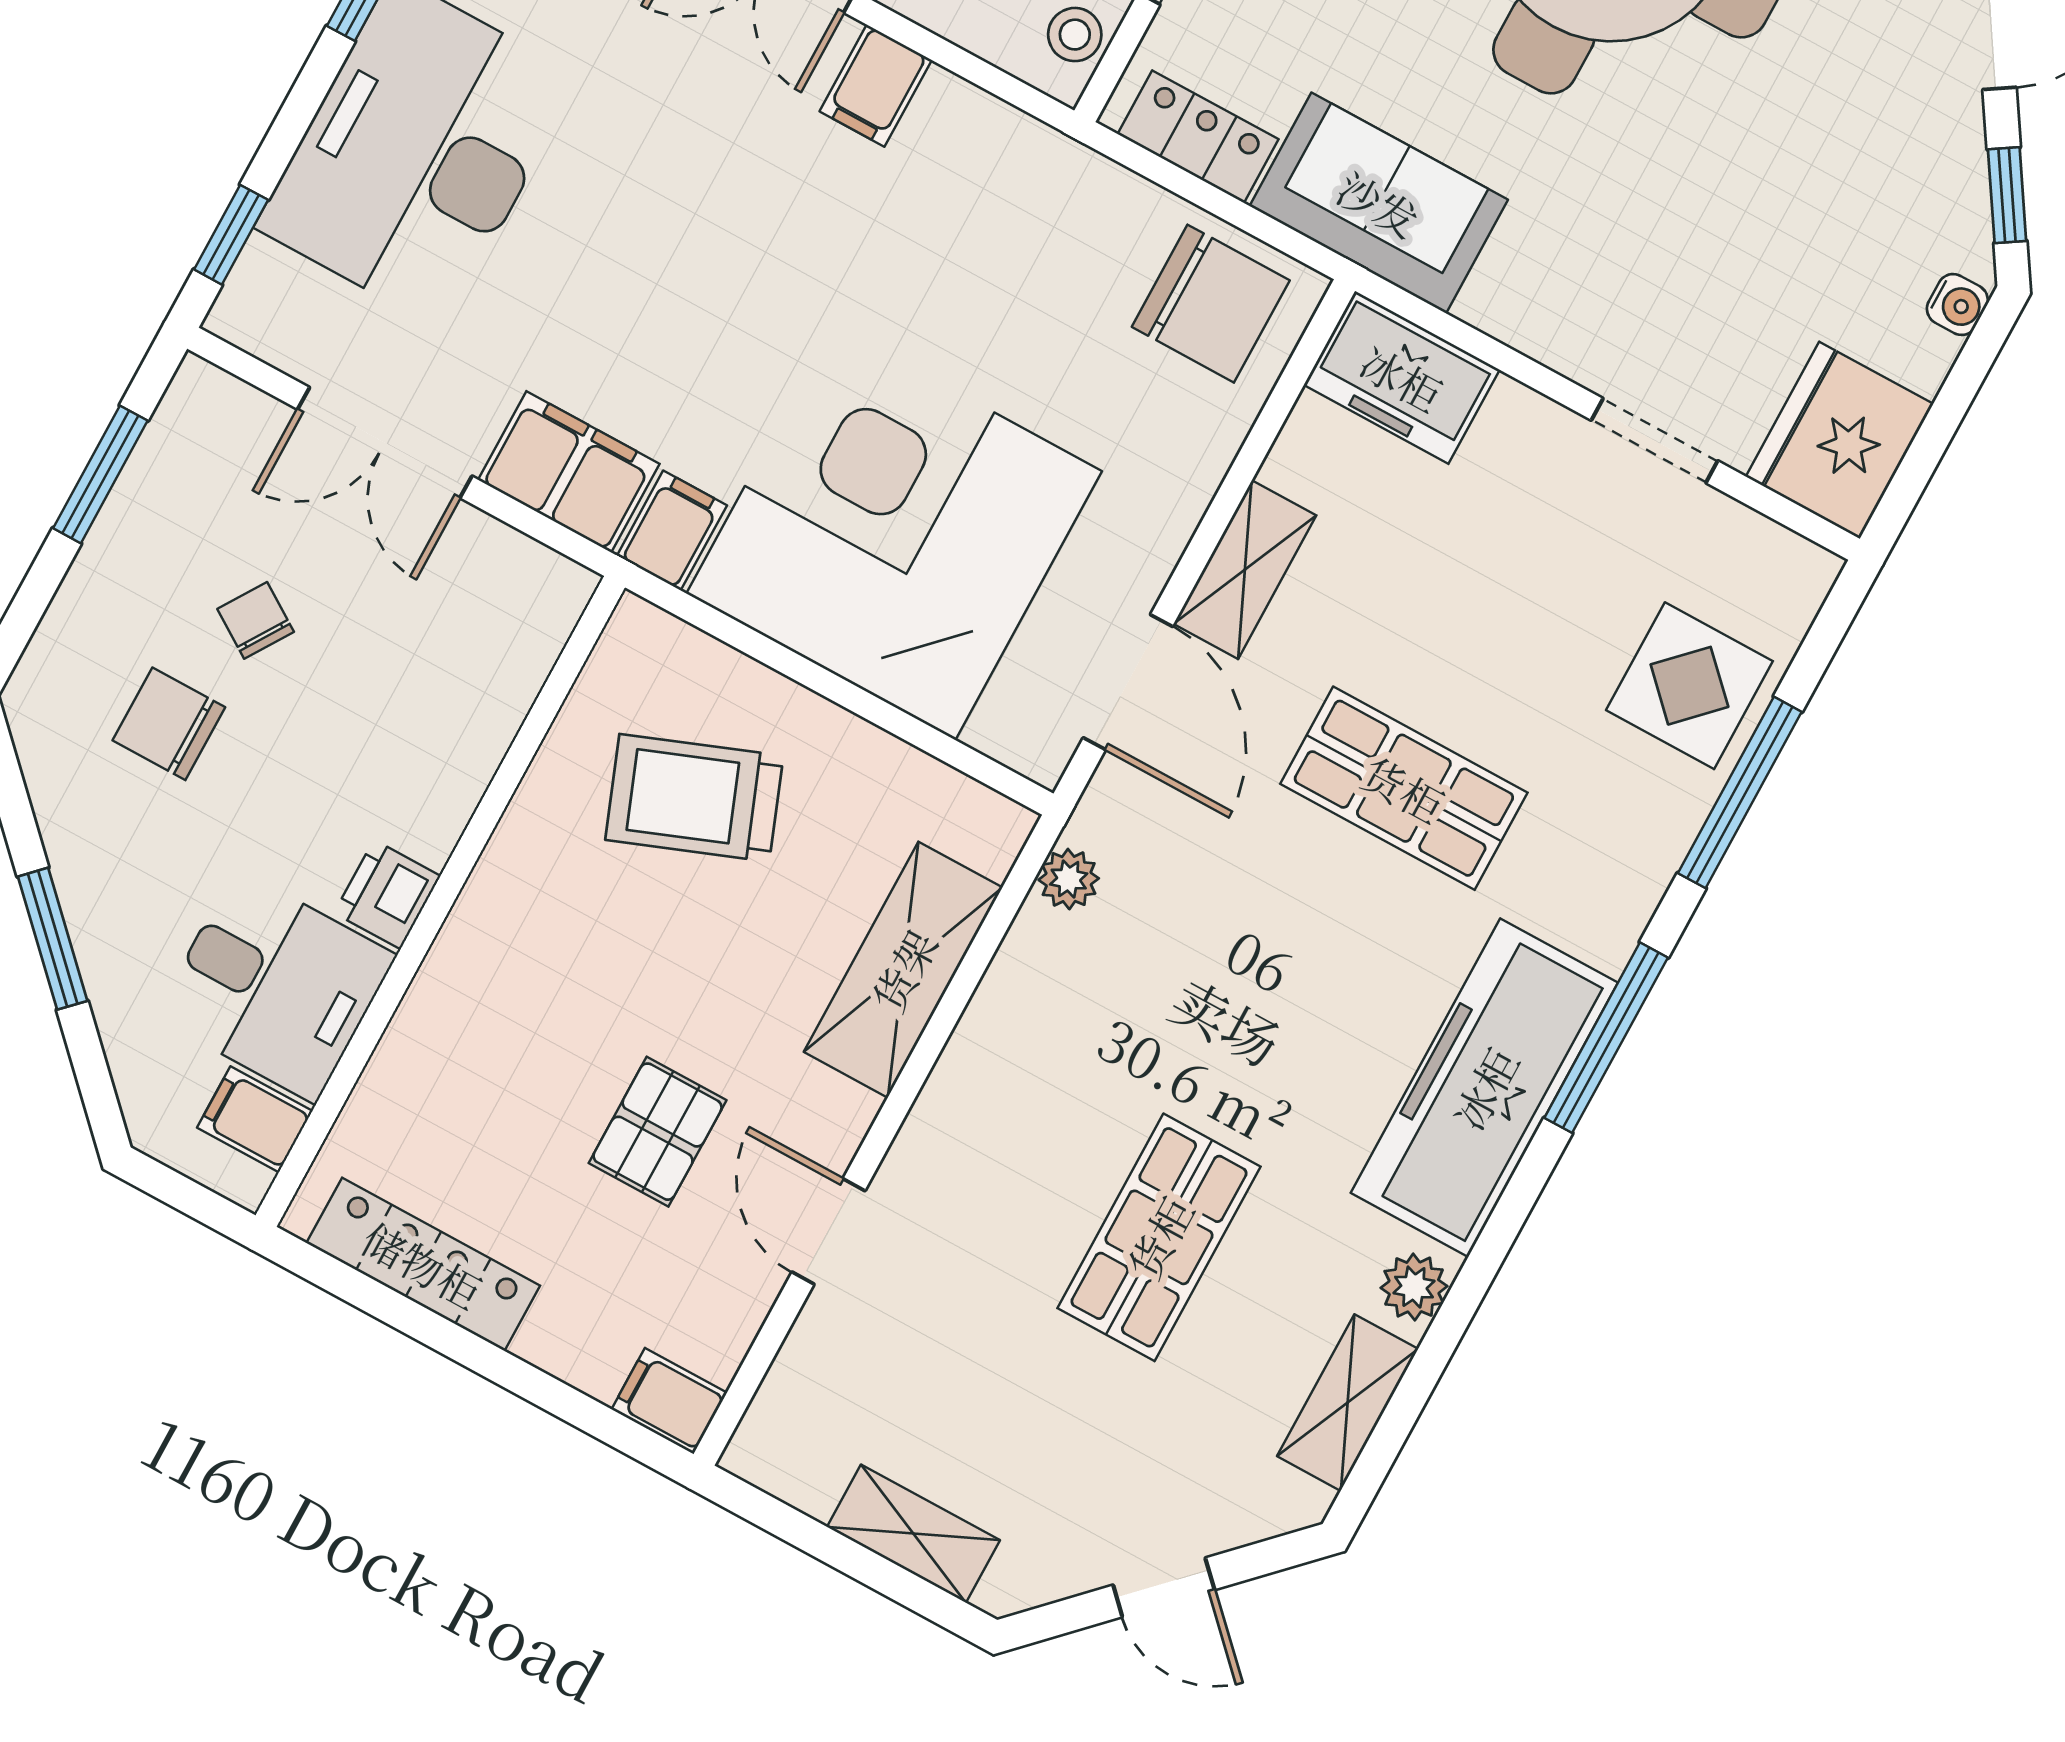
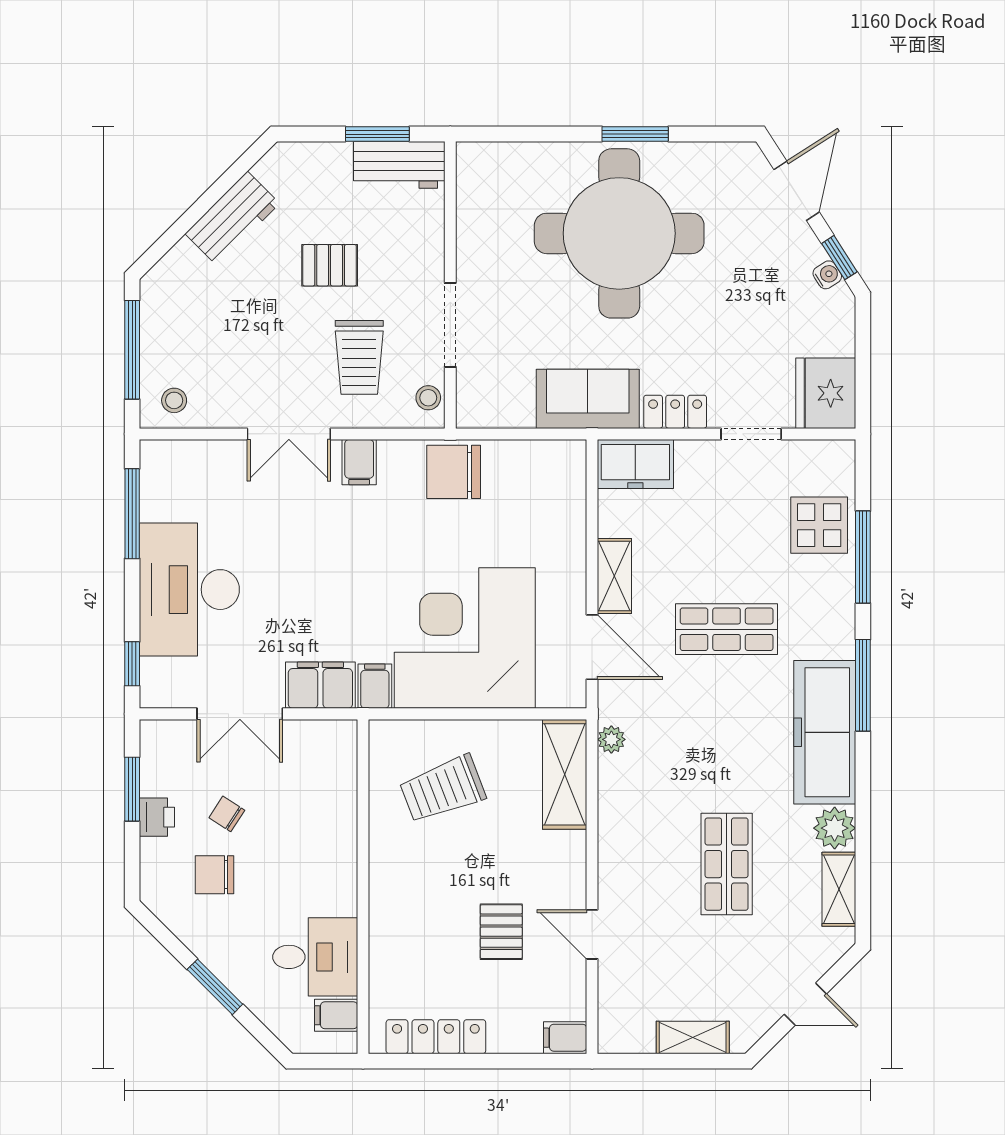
locker: (1198, 137) -> (675, 412), moved
chair: (1211, 304) -> (454, 472), moved, turned 180
water cooler: (1957, 305) -> (827, 275), moved, turned -33
printer: (387, 894) -> (157, 817), moved, turned 180
shelving: (903, 970) -> (565, 774), moved
plant: (1414, 1287) -> (835, 828), width x1.38, depth x1.38

